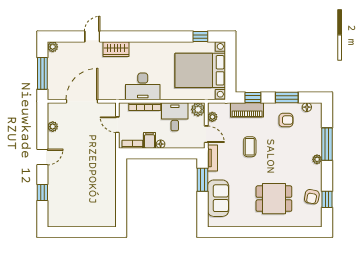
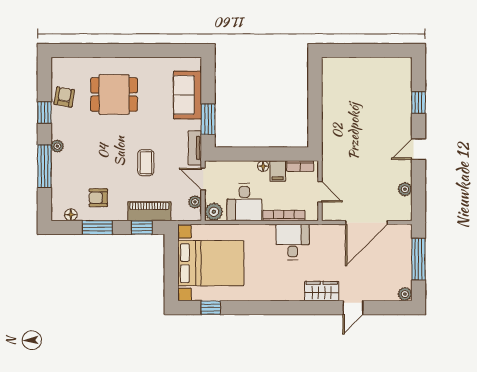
desk: (143, 86) -> (293, 242), width x0.73
window: (327, 199) -> (44, 112), moved

